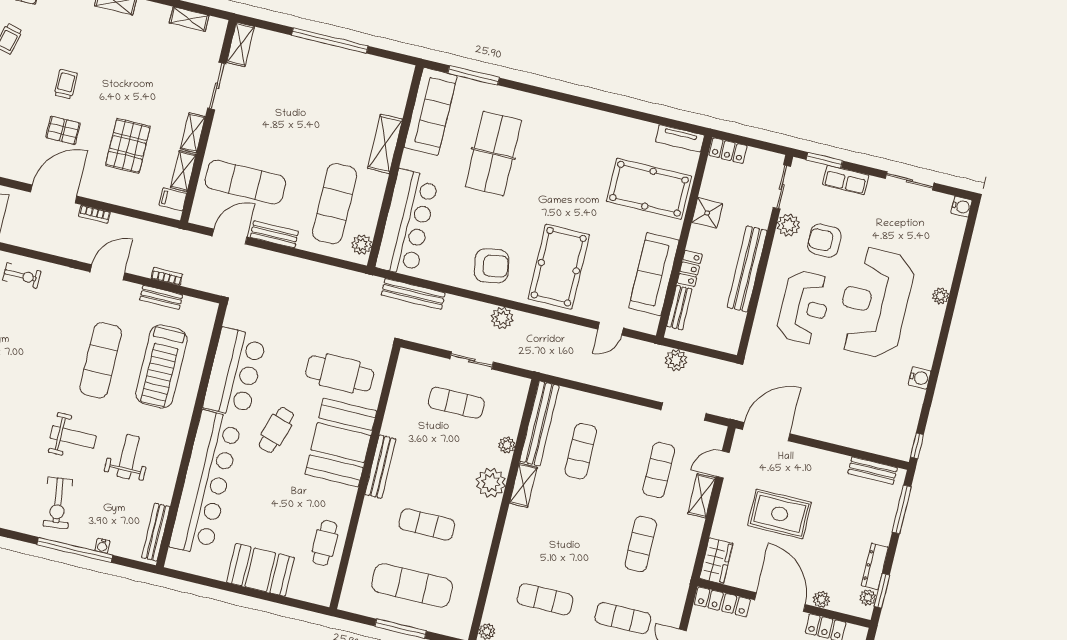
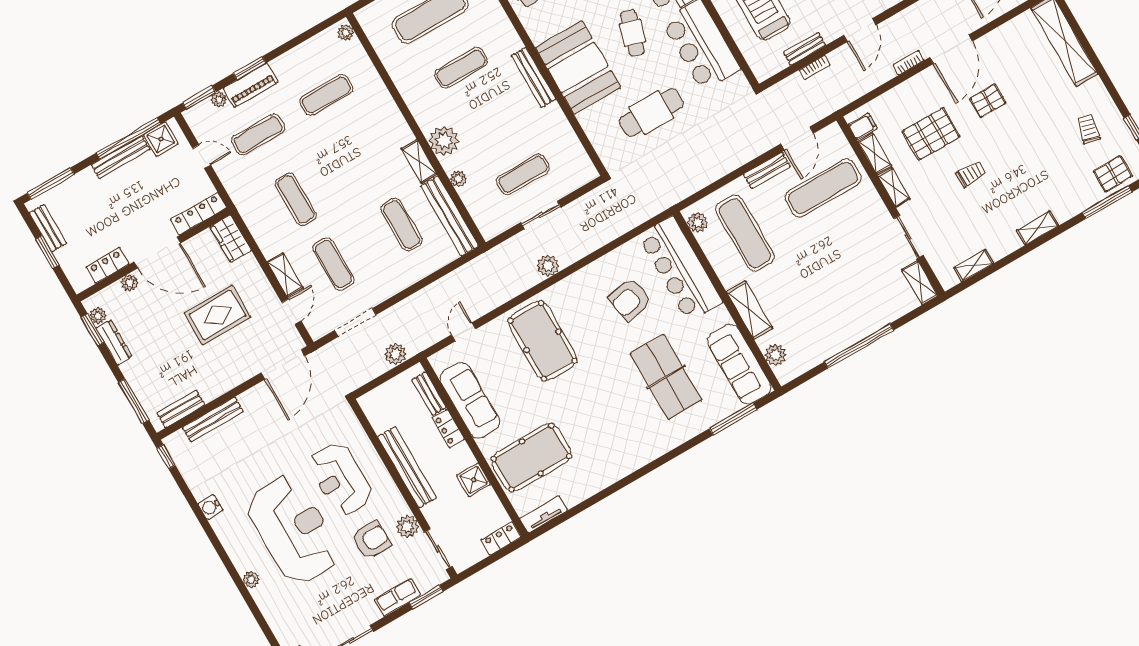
trolley: (66, 84) -> (971, 174), moved, turned -90
plant: (398, 93) -> (775, 355), added
pallet: (128, 146) -> (931, 134), turned 90
armchair: (492, 266) -> (630, 299), moved
bench: (413, 294) -> (213, 419), moved
cafe table: (340, 373) -> (651, 112), moved

